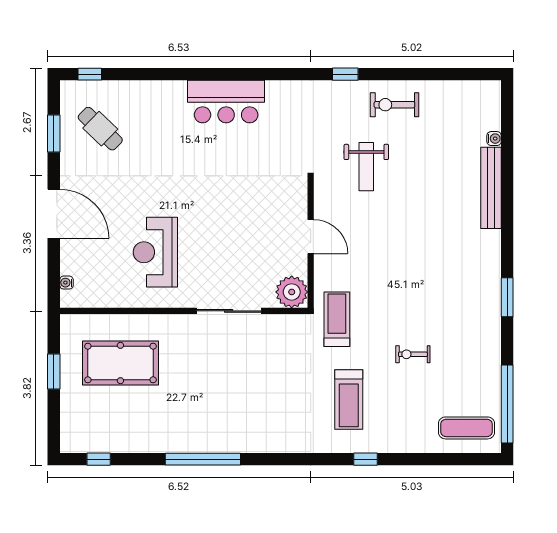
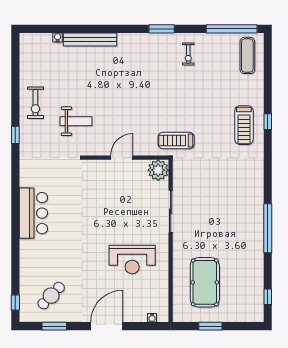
exercise bike: (413, 354) -> (188, 54), moved
treadmill: (349, 399) -> (244, 125), moved, turned 90

